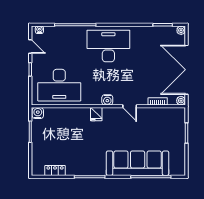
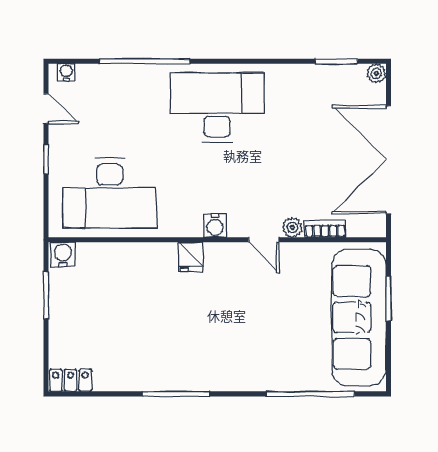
plant: (181, 101) -> (292, 227), moved
sofa: (138, 163) -> (359, 317), moved, turned -90
locker: (55, 170) -> (71, 380), moved

